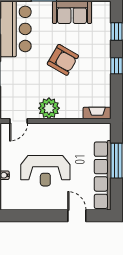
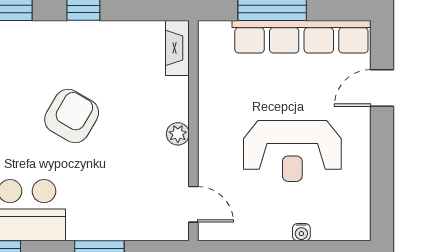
plant: (49, 108) -> (178, 134), width x0.53, depth x0.53
reception desk: (45, 171) -> (292, 151), turned 90

